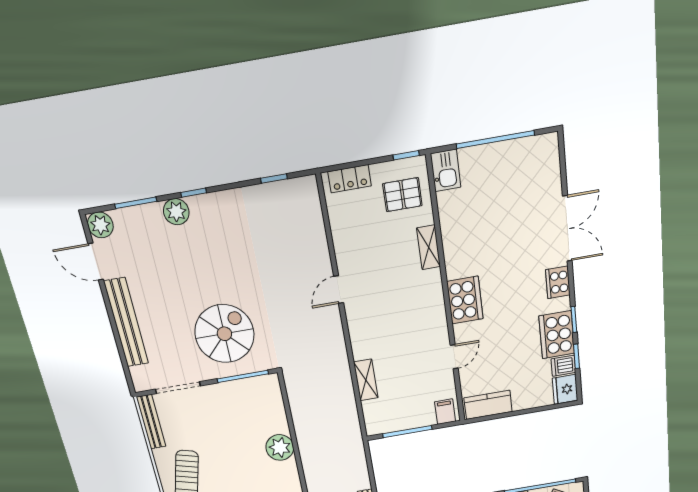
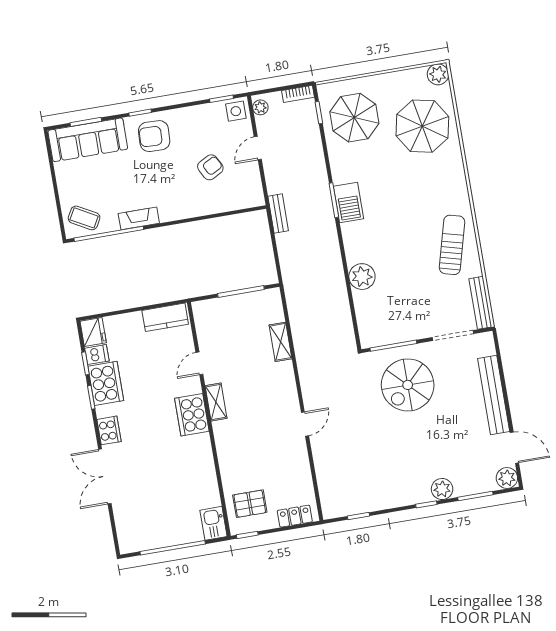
shelving: (429, 247) -> (216, 402), moved
filing cabinet: (445, 412) -> (206, 311), removed

